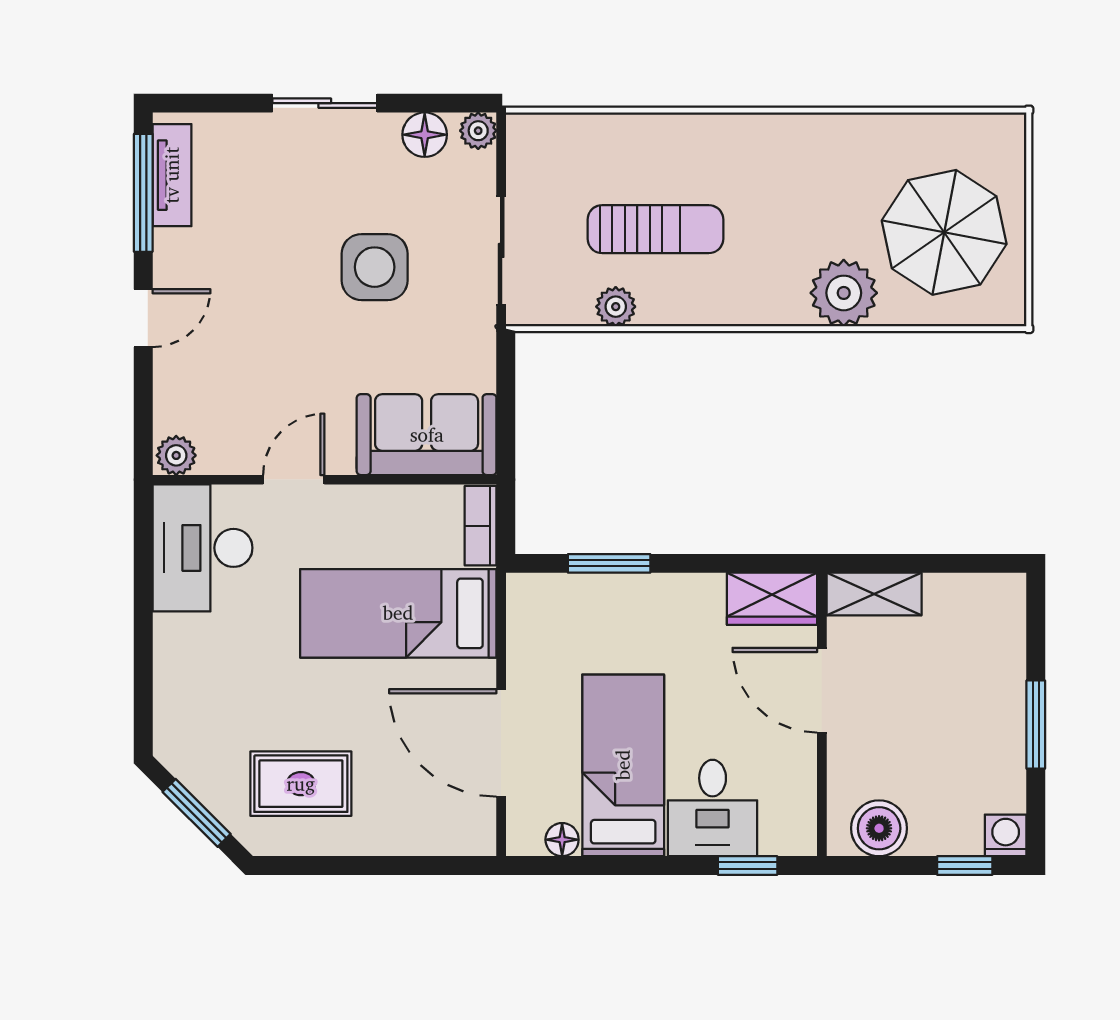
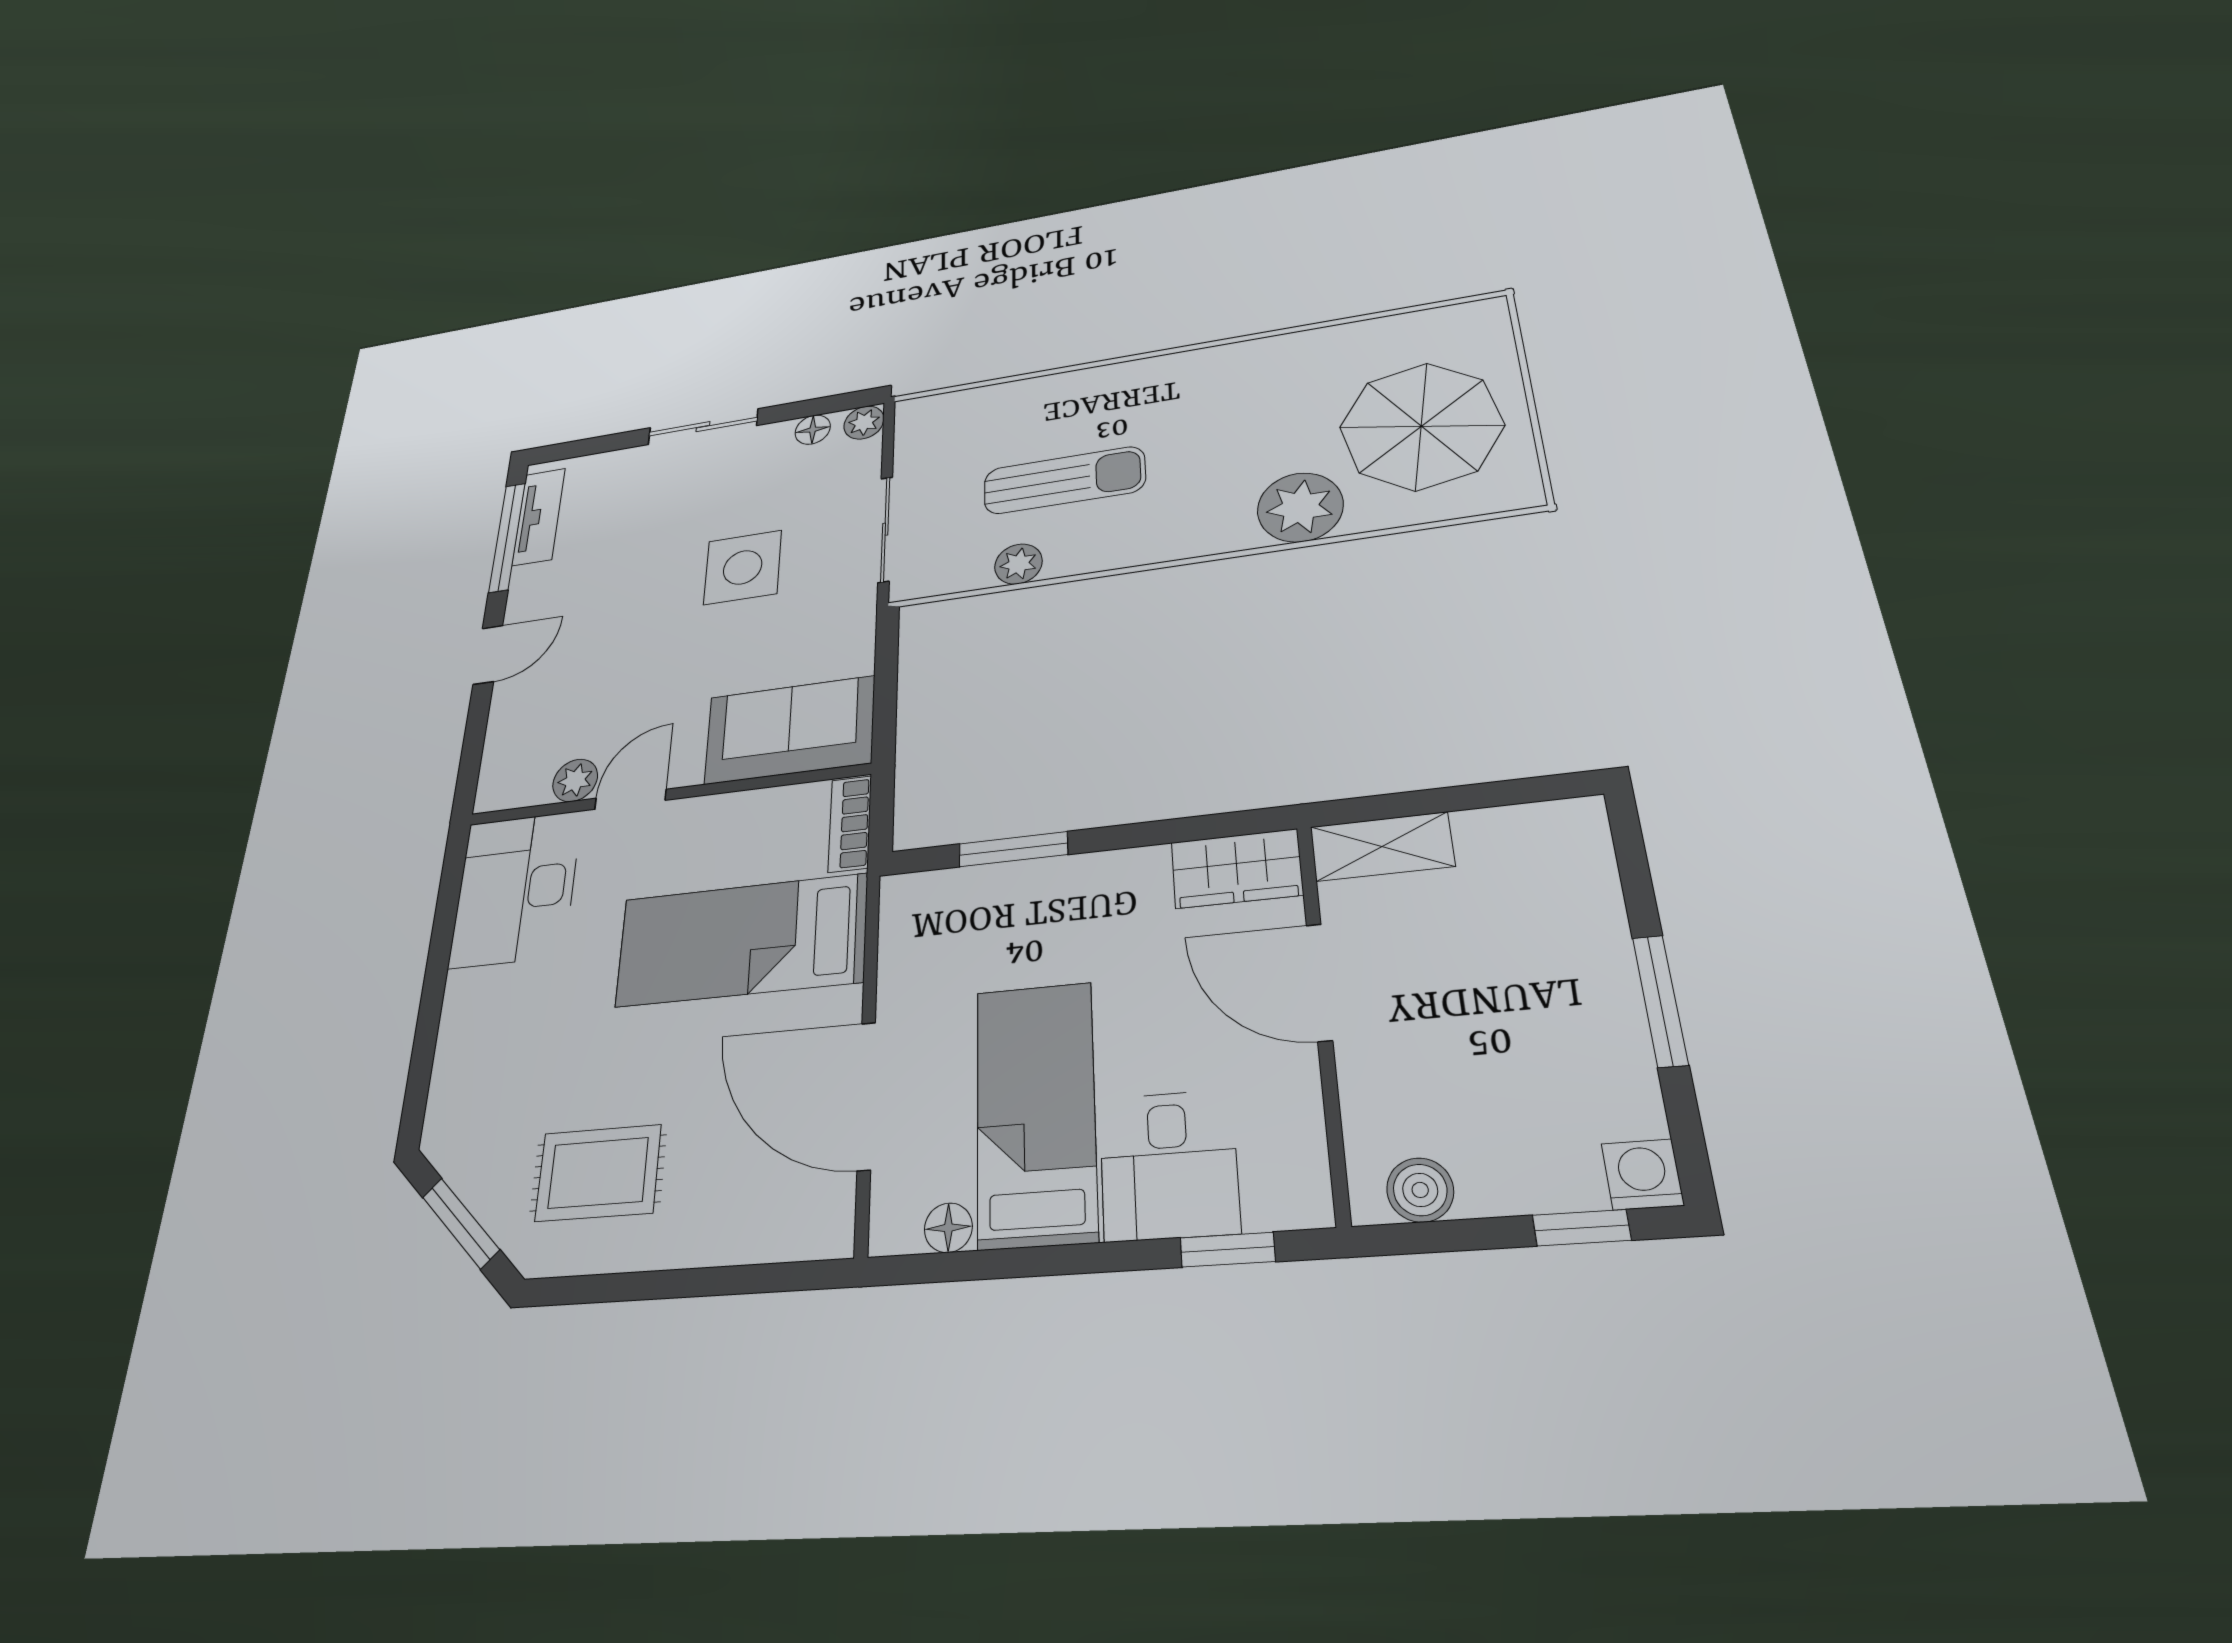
floor lamp: (425, 135) -> (813, 430), width x0.73, depth x0.73
plant: (176, 455) -> (575, 780), moved
boiler: (879, 828) -> (1420, 1190), width x0.73, depth x0.73

